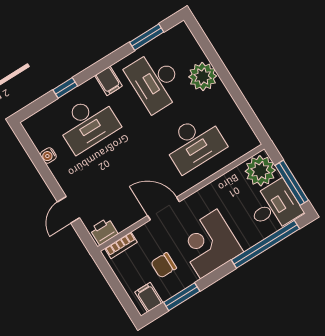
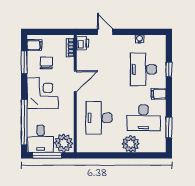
desk: (155, 81) -> (143, 118), turned 180

